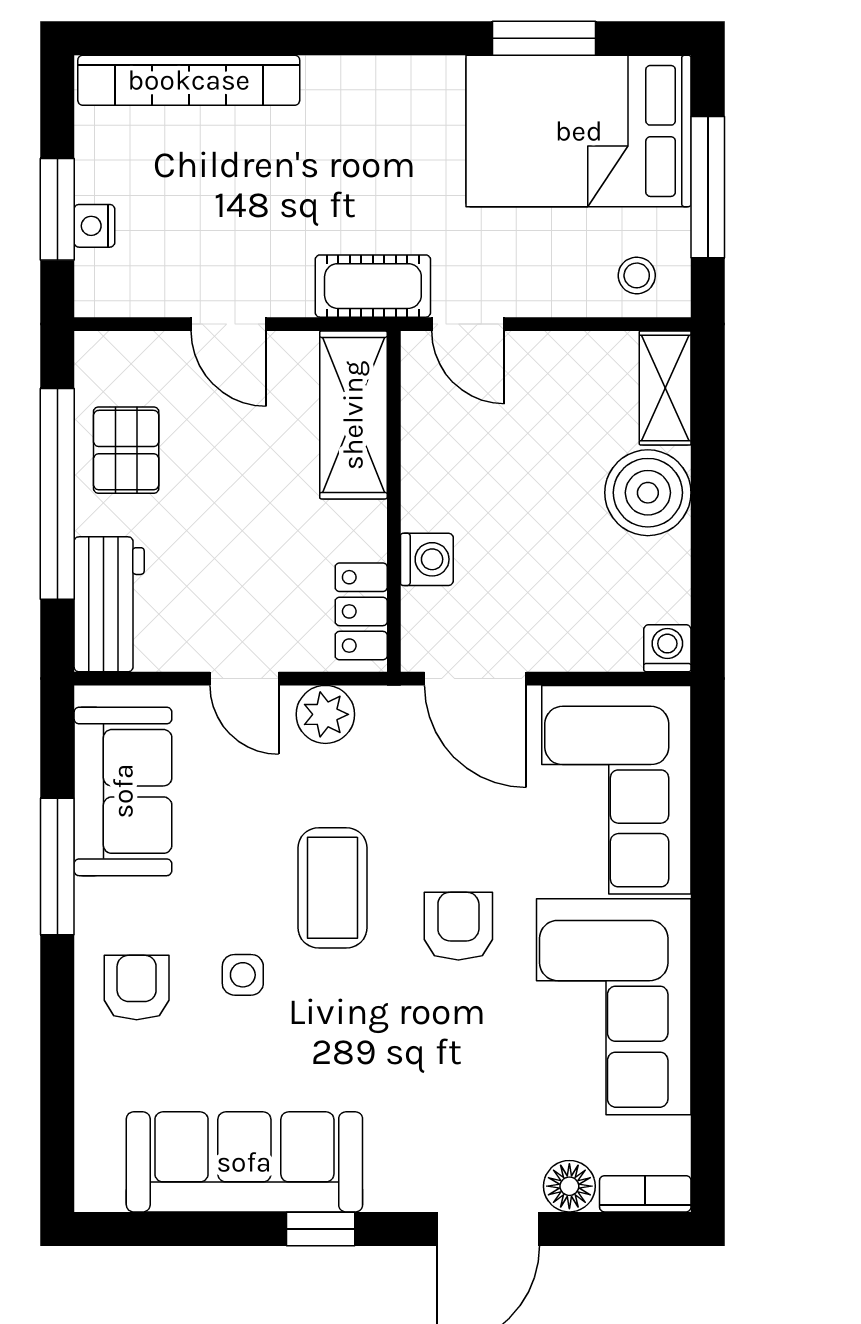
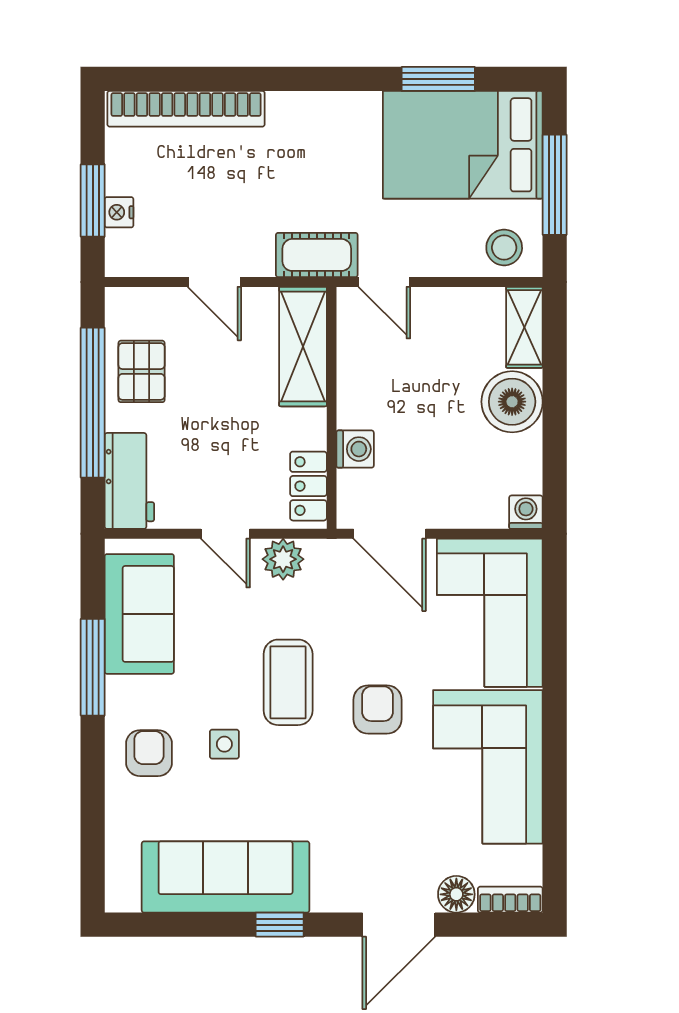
stool: (637, 275) -> (504, 247), width x1.37, depth x1.37

